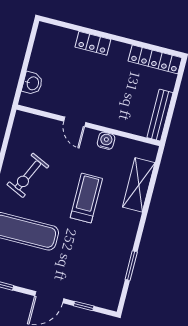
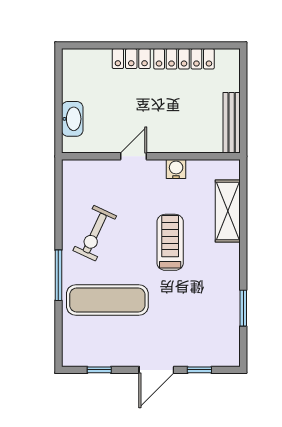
locker: (155, 59) -> (184, 59), moved
washbasin: (32, 83) -> (72, 119), width x1.38
door: (75, 122) -> (133, 156), swing flipped

